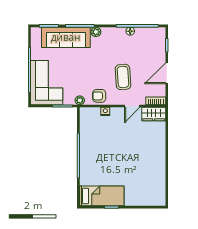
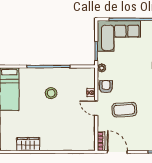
door: (167, 73) -> (117, 152), moved
door: (132, 106) -> (96, 108), moved
wardrobe: (154, 114) -> (28, 144), moved, turned 90
stool: (106, 153) -> (51, 93), added

